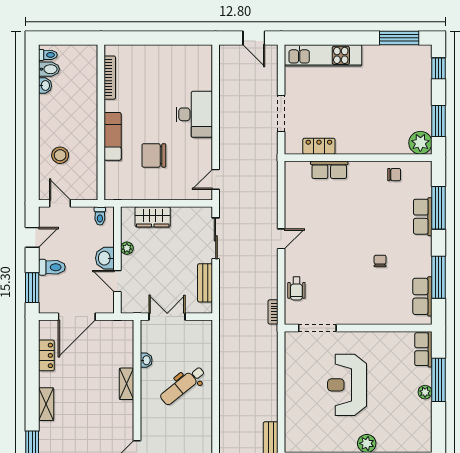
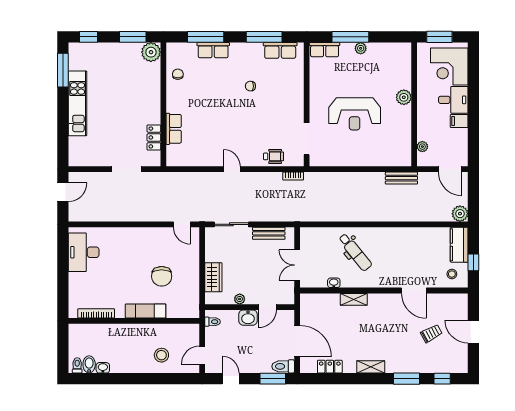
kitchen unit: (323, 55) -> (78, 103), moved
desk: (194, 114) -> (84, 252), moved, turned -90
toilet: (52, 267) -> (283, 366), moved, turned -90

